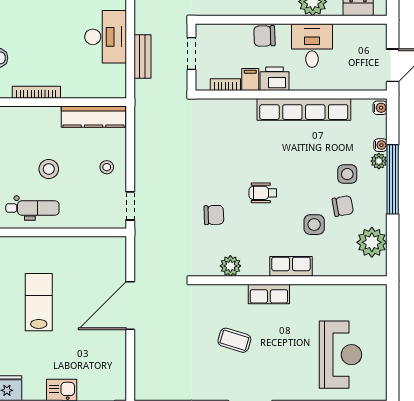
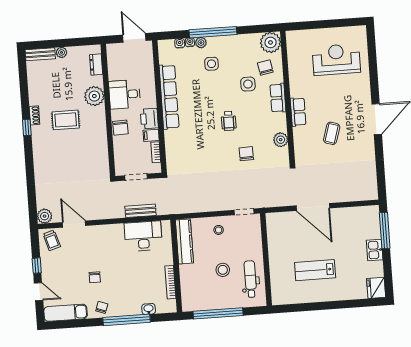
desk: (106, 37) -> (143, 236), moved
water cooler: (380, 108) -> (180, 43), moved
chair: (343, 206) -> (265, 68), moved
plant: (372, 242) -> (271, 42), moved

